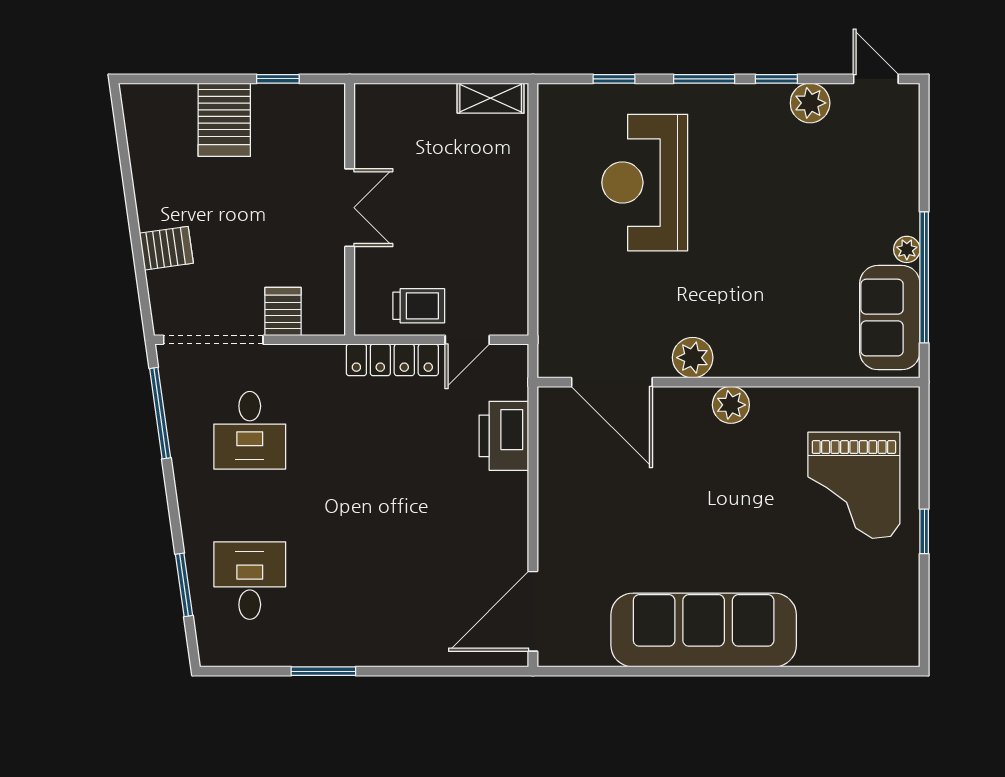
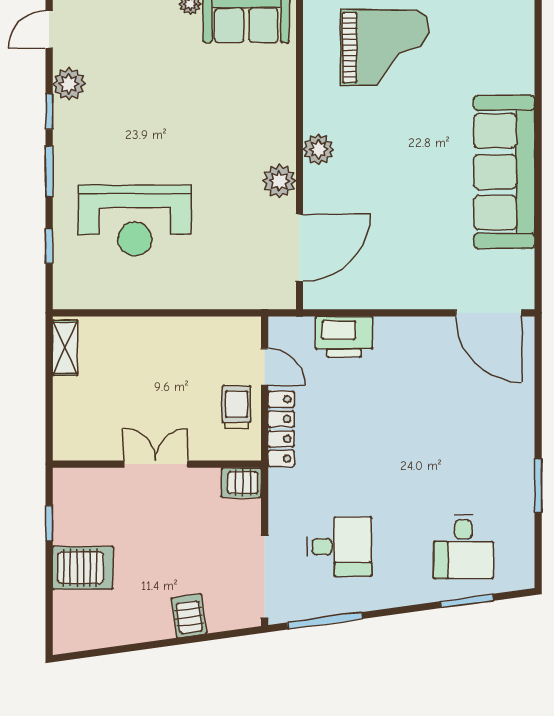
server rack: (283, 311) -> (241, 483), moved
desk: (250, 581) -> (463, 547), turned -90

